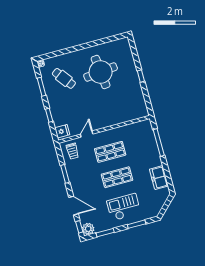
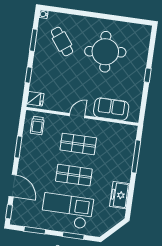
sofa: (124, 114) -> (111, 109), added
door: (87, 134) -> (77, 116), moved
checkout: (124, 207) -> (67, 211), width x1.36, depth x1.21
plant: (88, 229) -> (18, 218), removed

